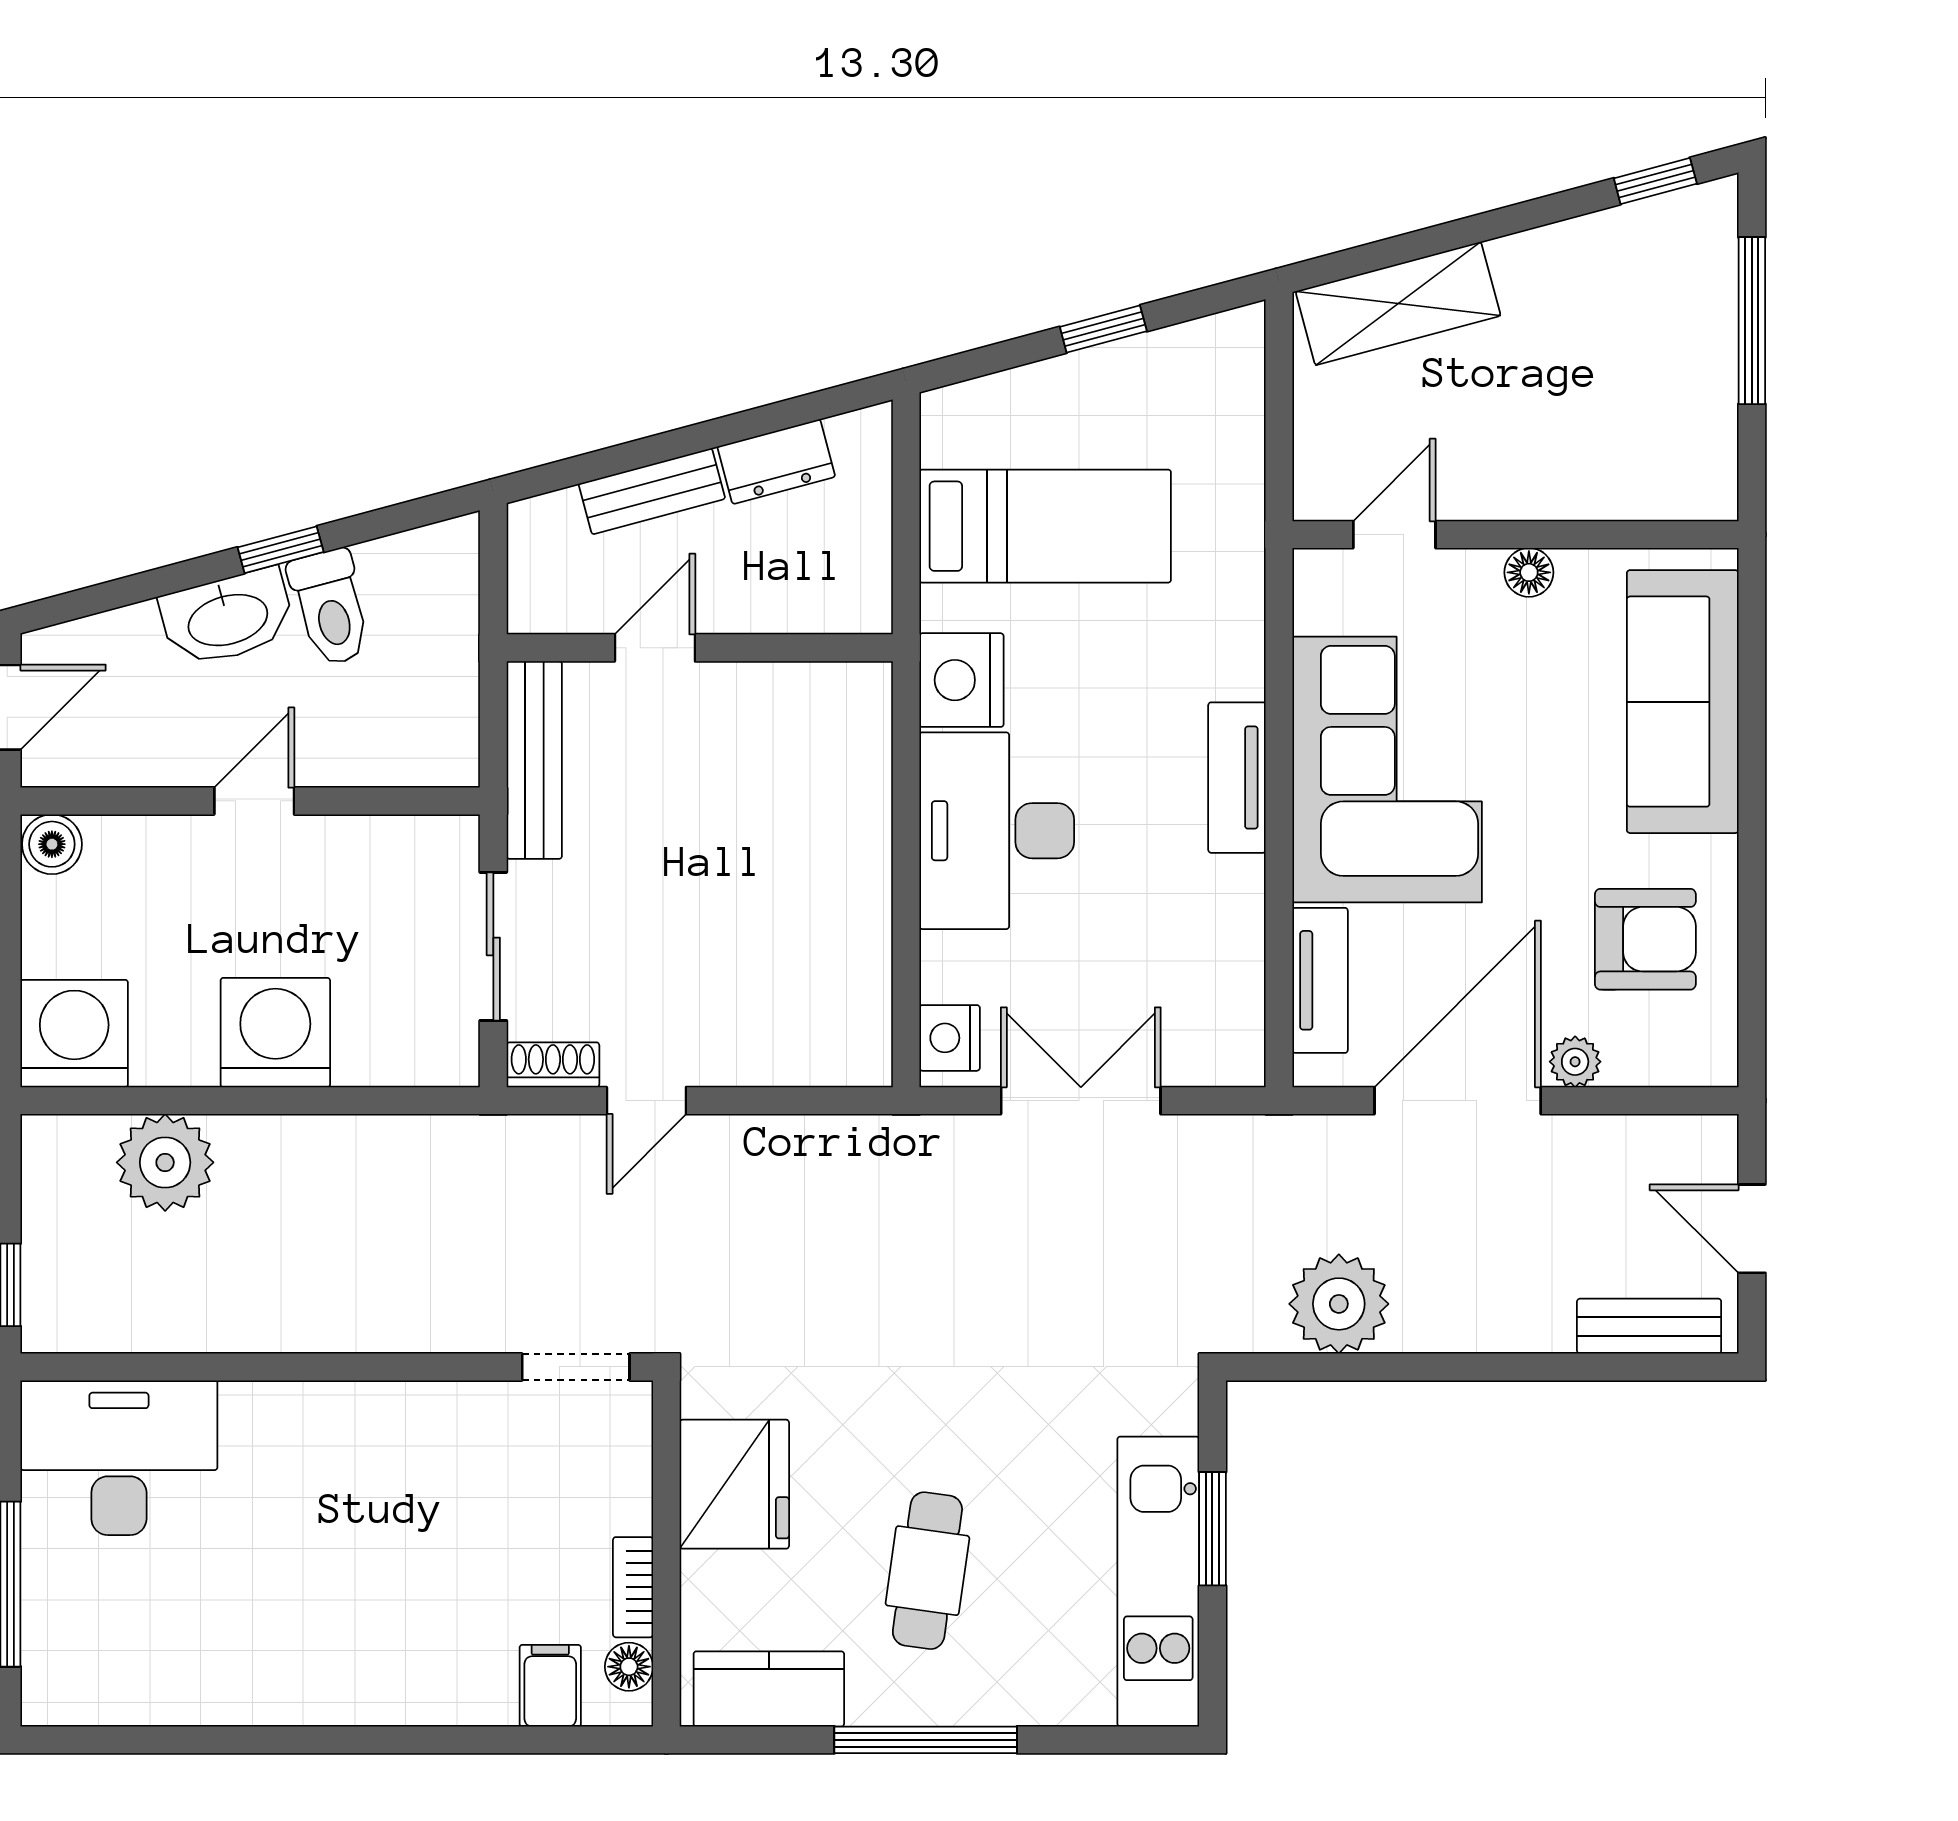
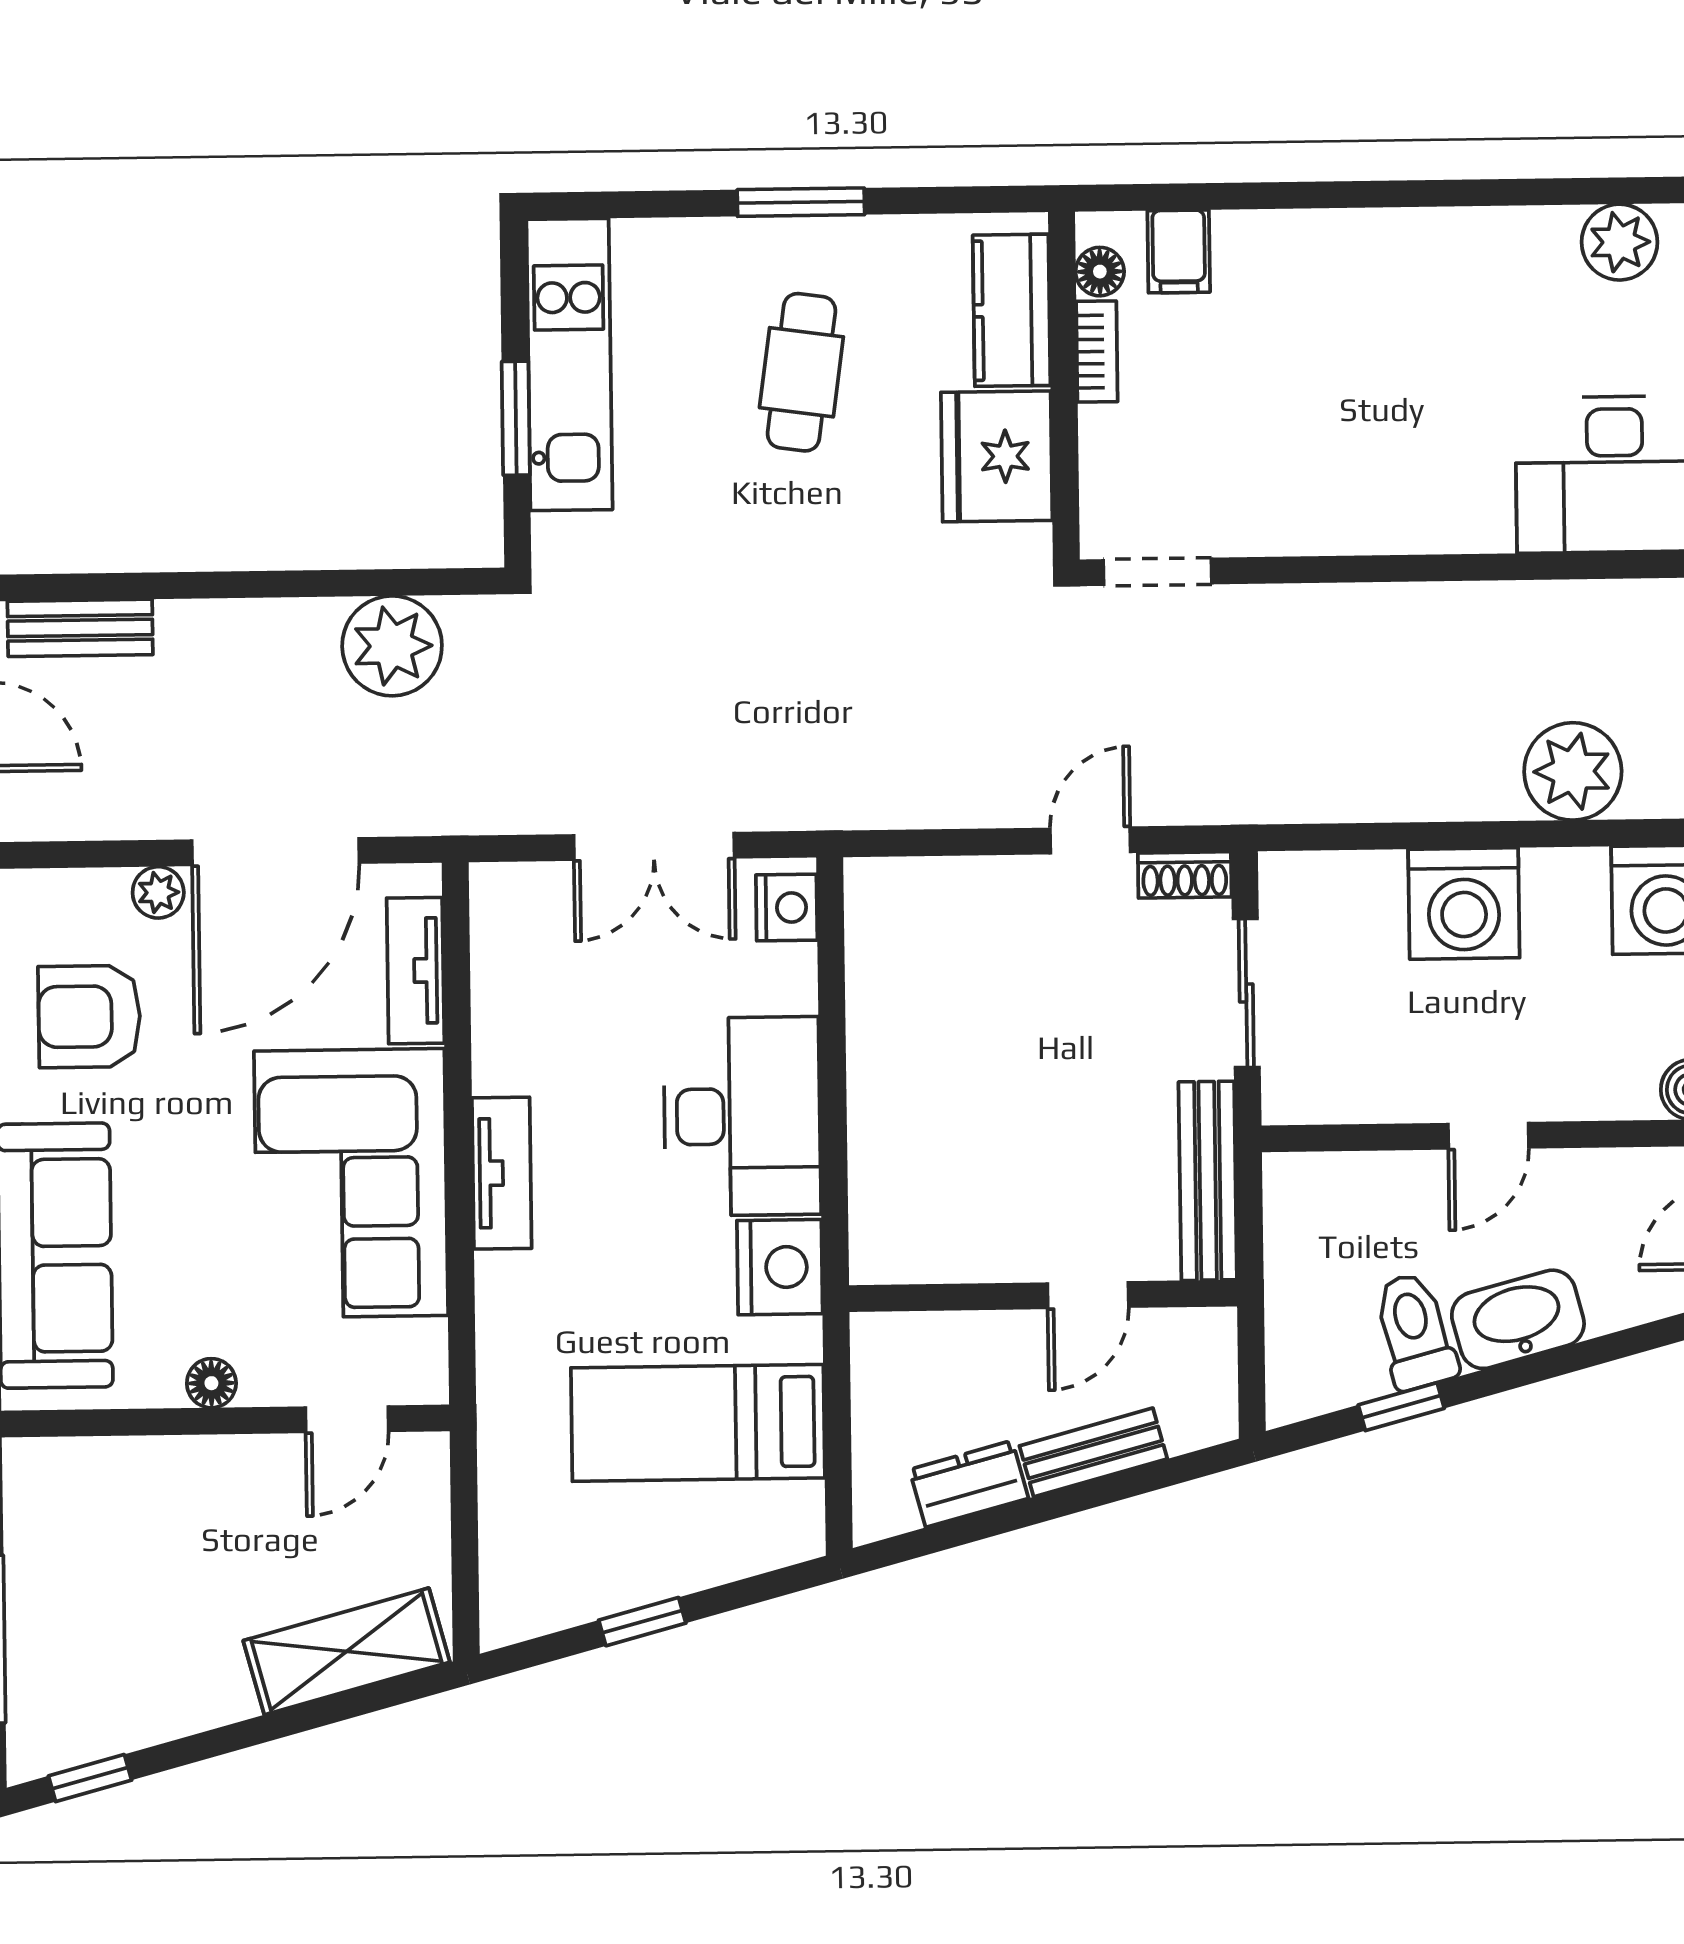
window: (281, 550) -> (1401, 1407), moved
plant: (111, 1689) -> (1620, 242), added
kitchen counter: (769, 1689) -> (1012, 310), moved, turned 90
window: (926, 1740) -> (801, 202), width x0.69

